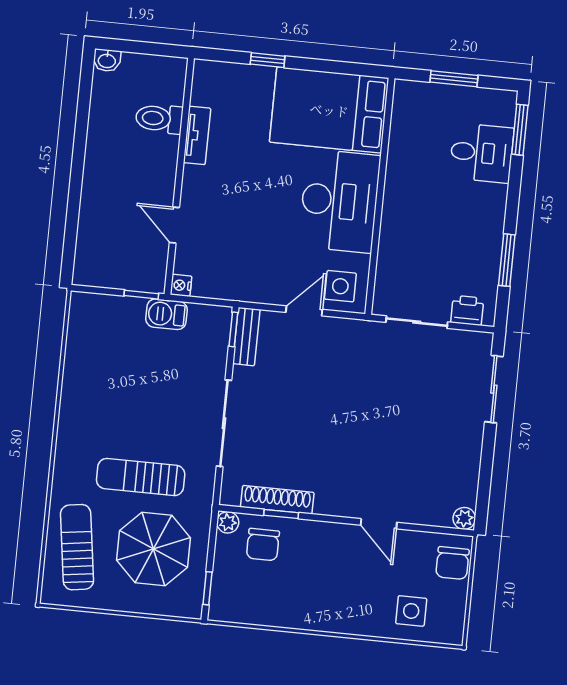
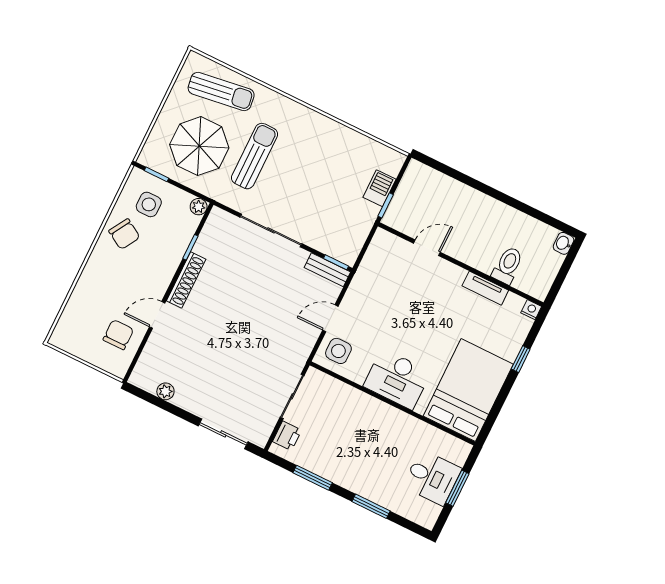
window: (520, 130) -> (371, 506), moved
desk: (482, 153) -> (432, 477), moved, turned -90
desk: (340, 201) -> (397, 379), width x0.73, depth x0.77
nightstand: (181, 285) -> (531, 310), moved
door: (304, 311) -> (330, 318), swing flipped
barbecue: (166, 314) -> (379, 188), moved
shoe rack: (277, 500) -> (186, 280), moved
plant: (464, 518) -> (165, 391), moved
chair: (263, 545) -> (124, 234), moved, turned -149
chair: (452, 563) -> (118, 335), moved, turned 90
side table: (411, 611) -> (149, 204), moved

